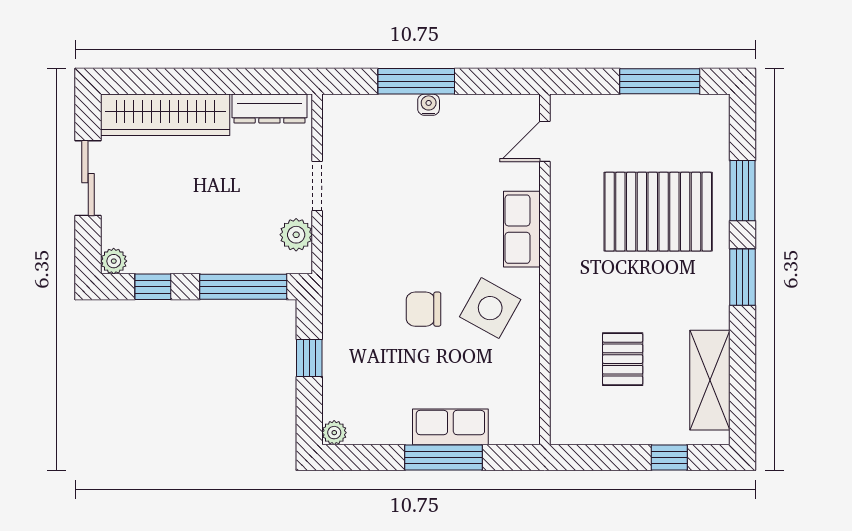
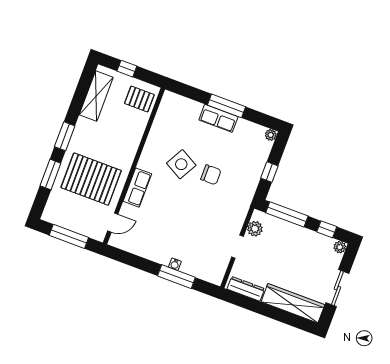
door: (545, 141) -> (113, 223), moved
row of seats: (522, 229) -> (137, 188), moved
wall: (545, 269) -> (134, 166), moved
pallet: (623, 359) -> (139, 99), moved, turned 90

